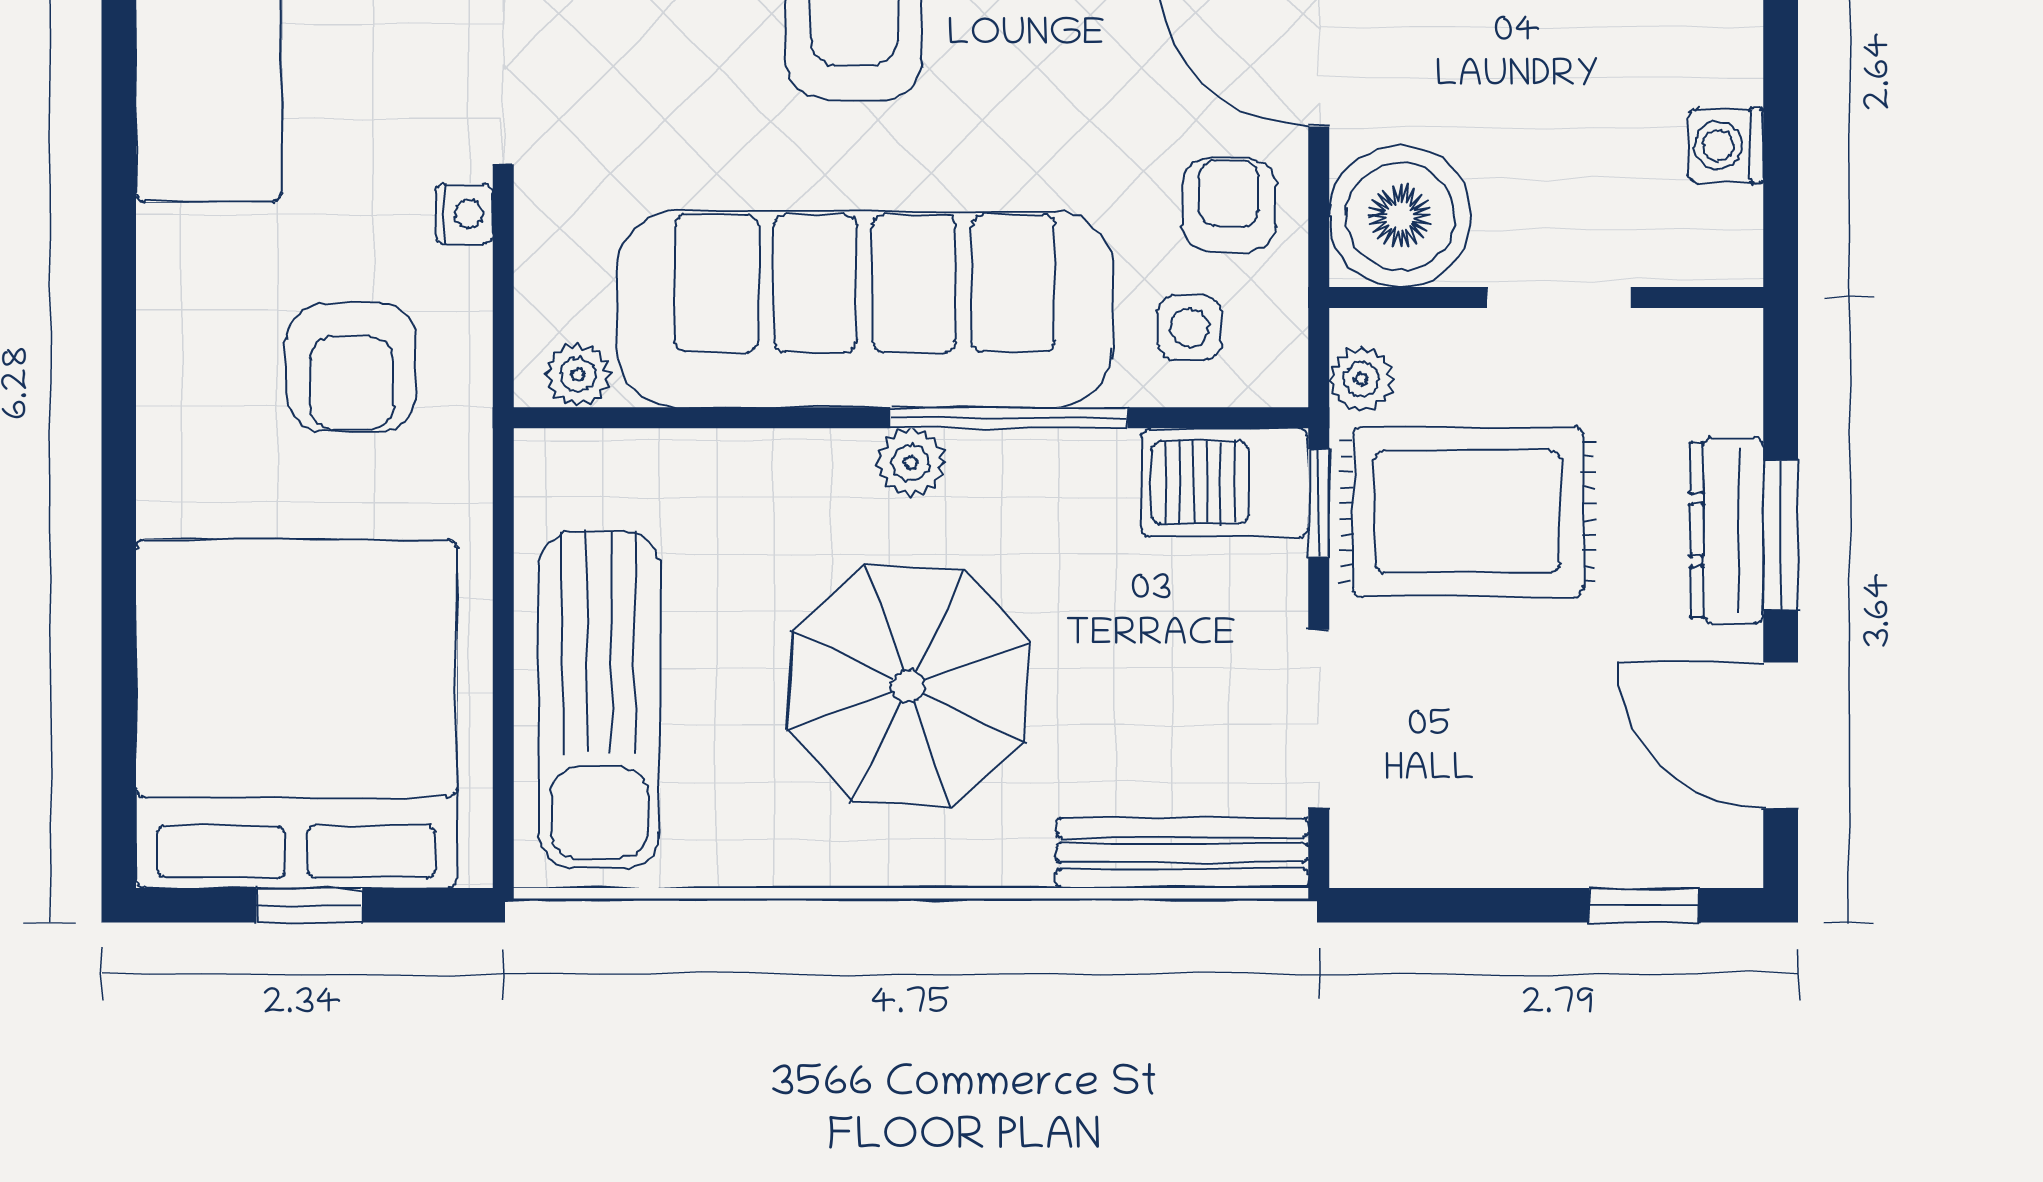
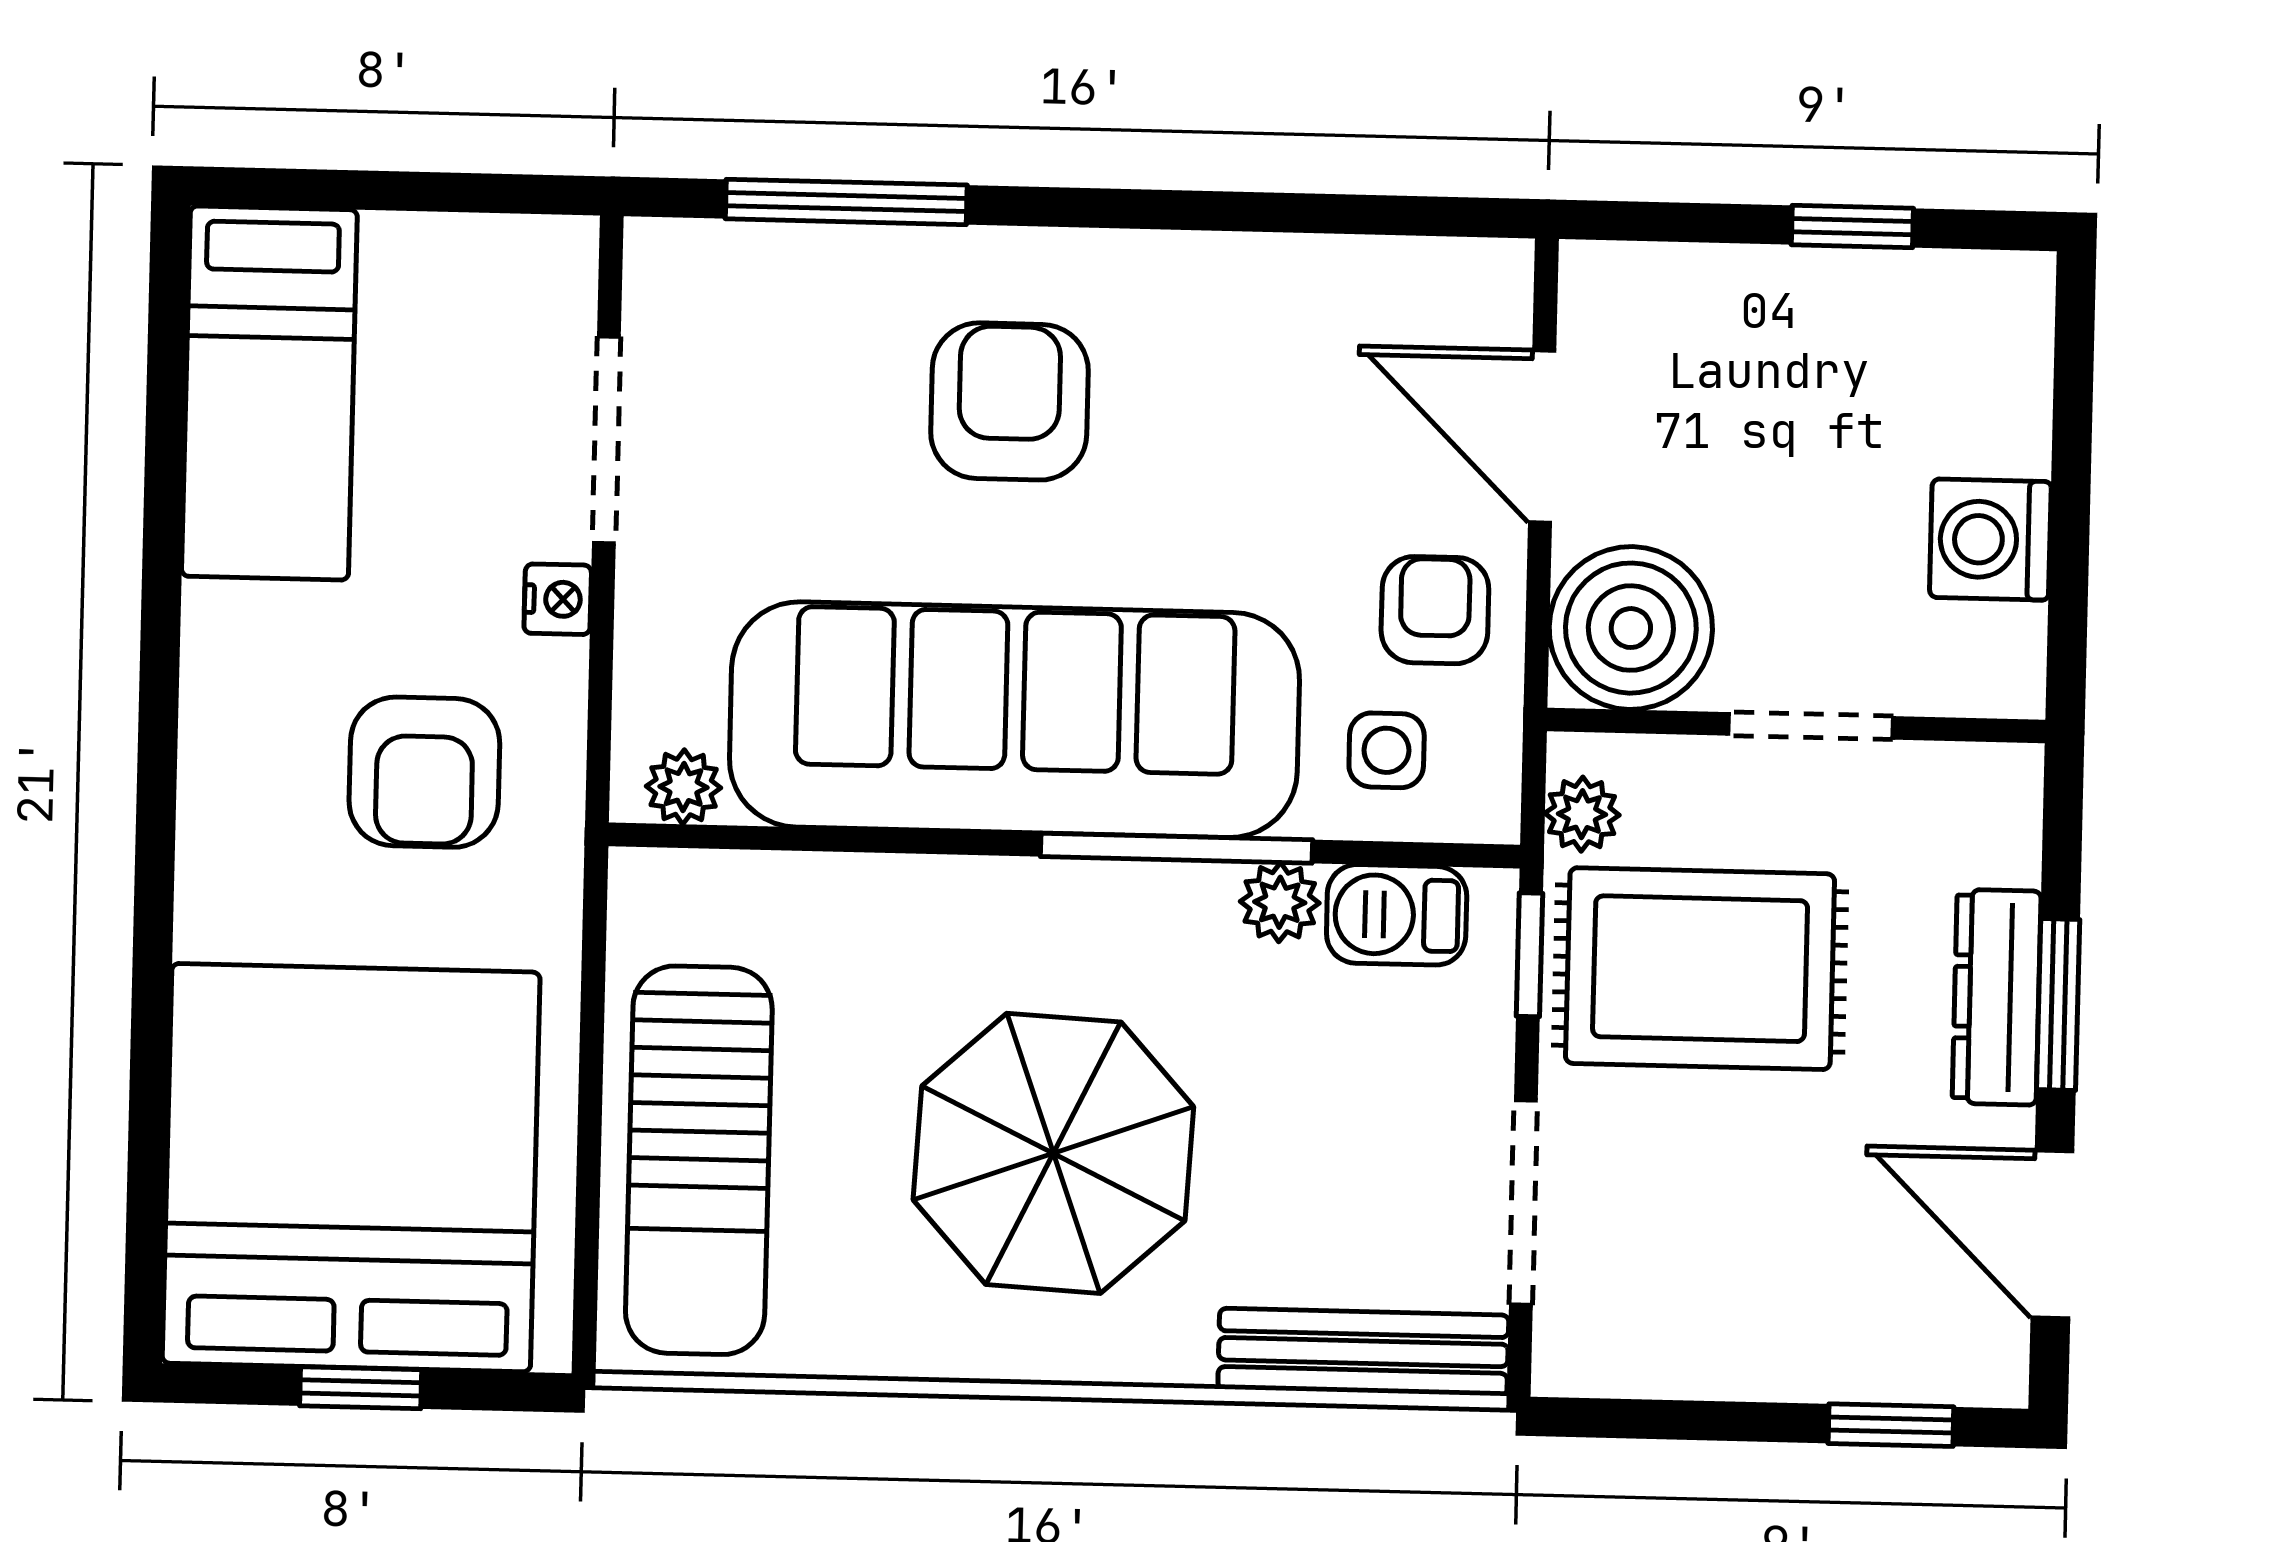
washing machine: (1726, 146) -> (1990, 540), width x1.38, depth x1.38
plant: (911, 463) -> (1280, 902), moved
barbecue: (1225, 483) -> (1397, 915), width x0.73, depth x0.79

